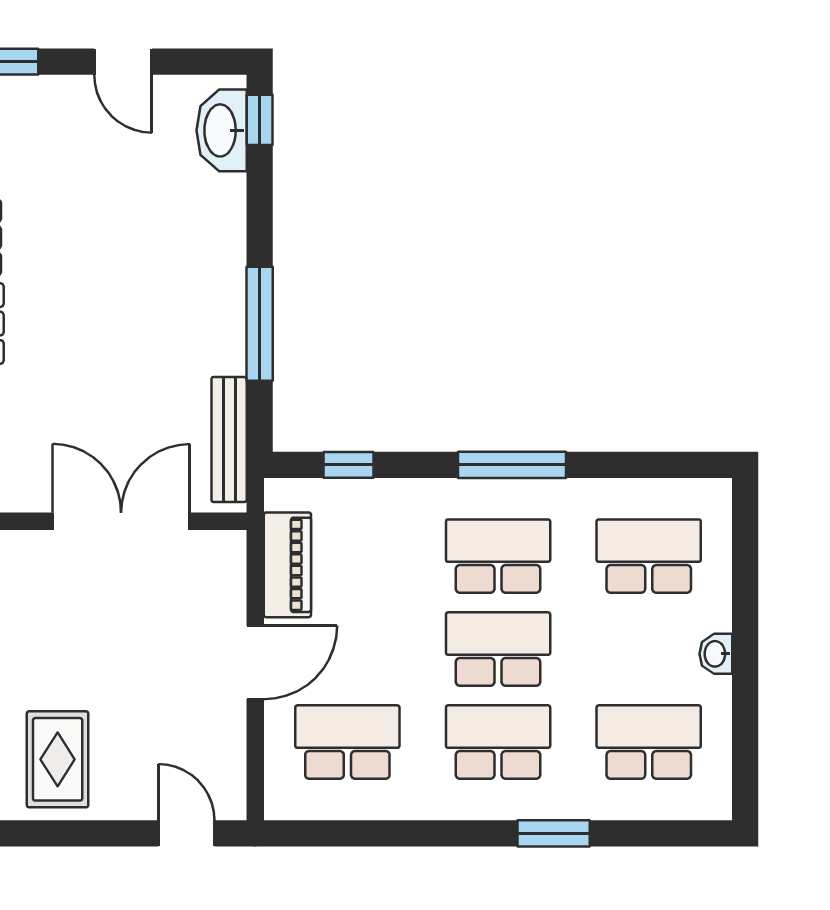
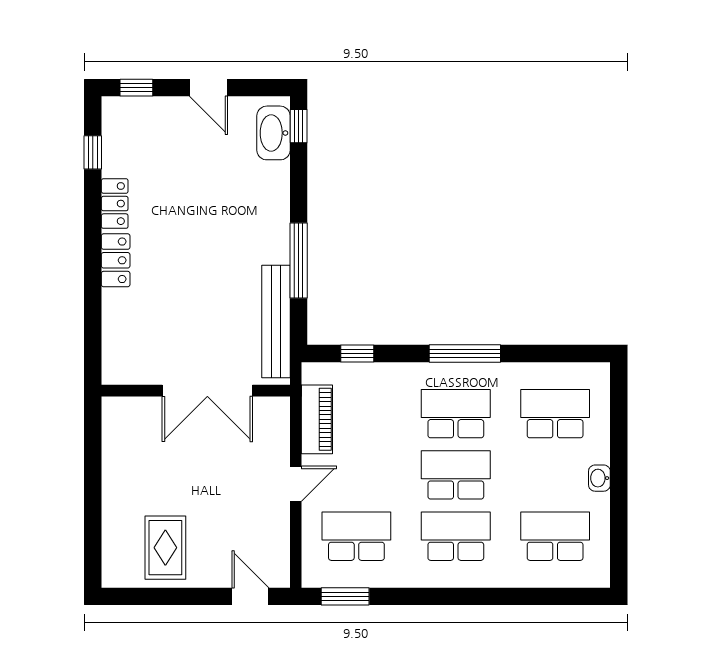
bench: (229, 439) -> (276, 322), width x1.37, depth x1.21
double door: (121, 521) -> (207, 391), swing flipped
door: (255, 662) -> (296, 484), width x0.73
window: (554, 833) -> (345, 596), moved

